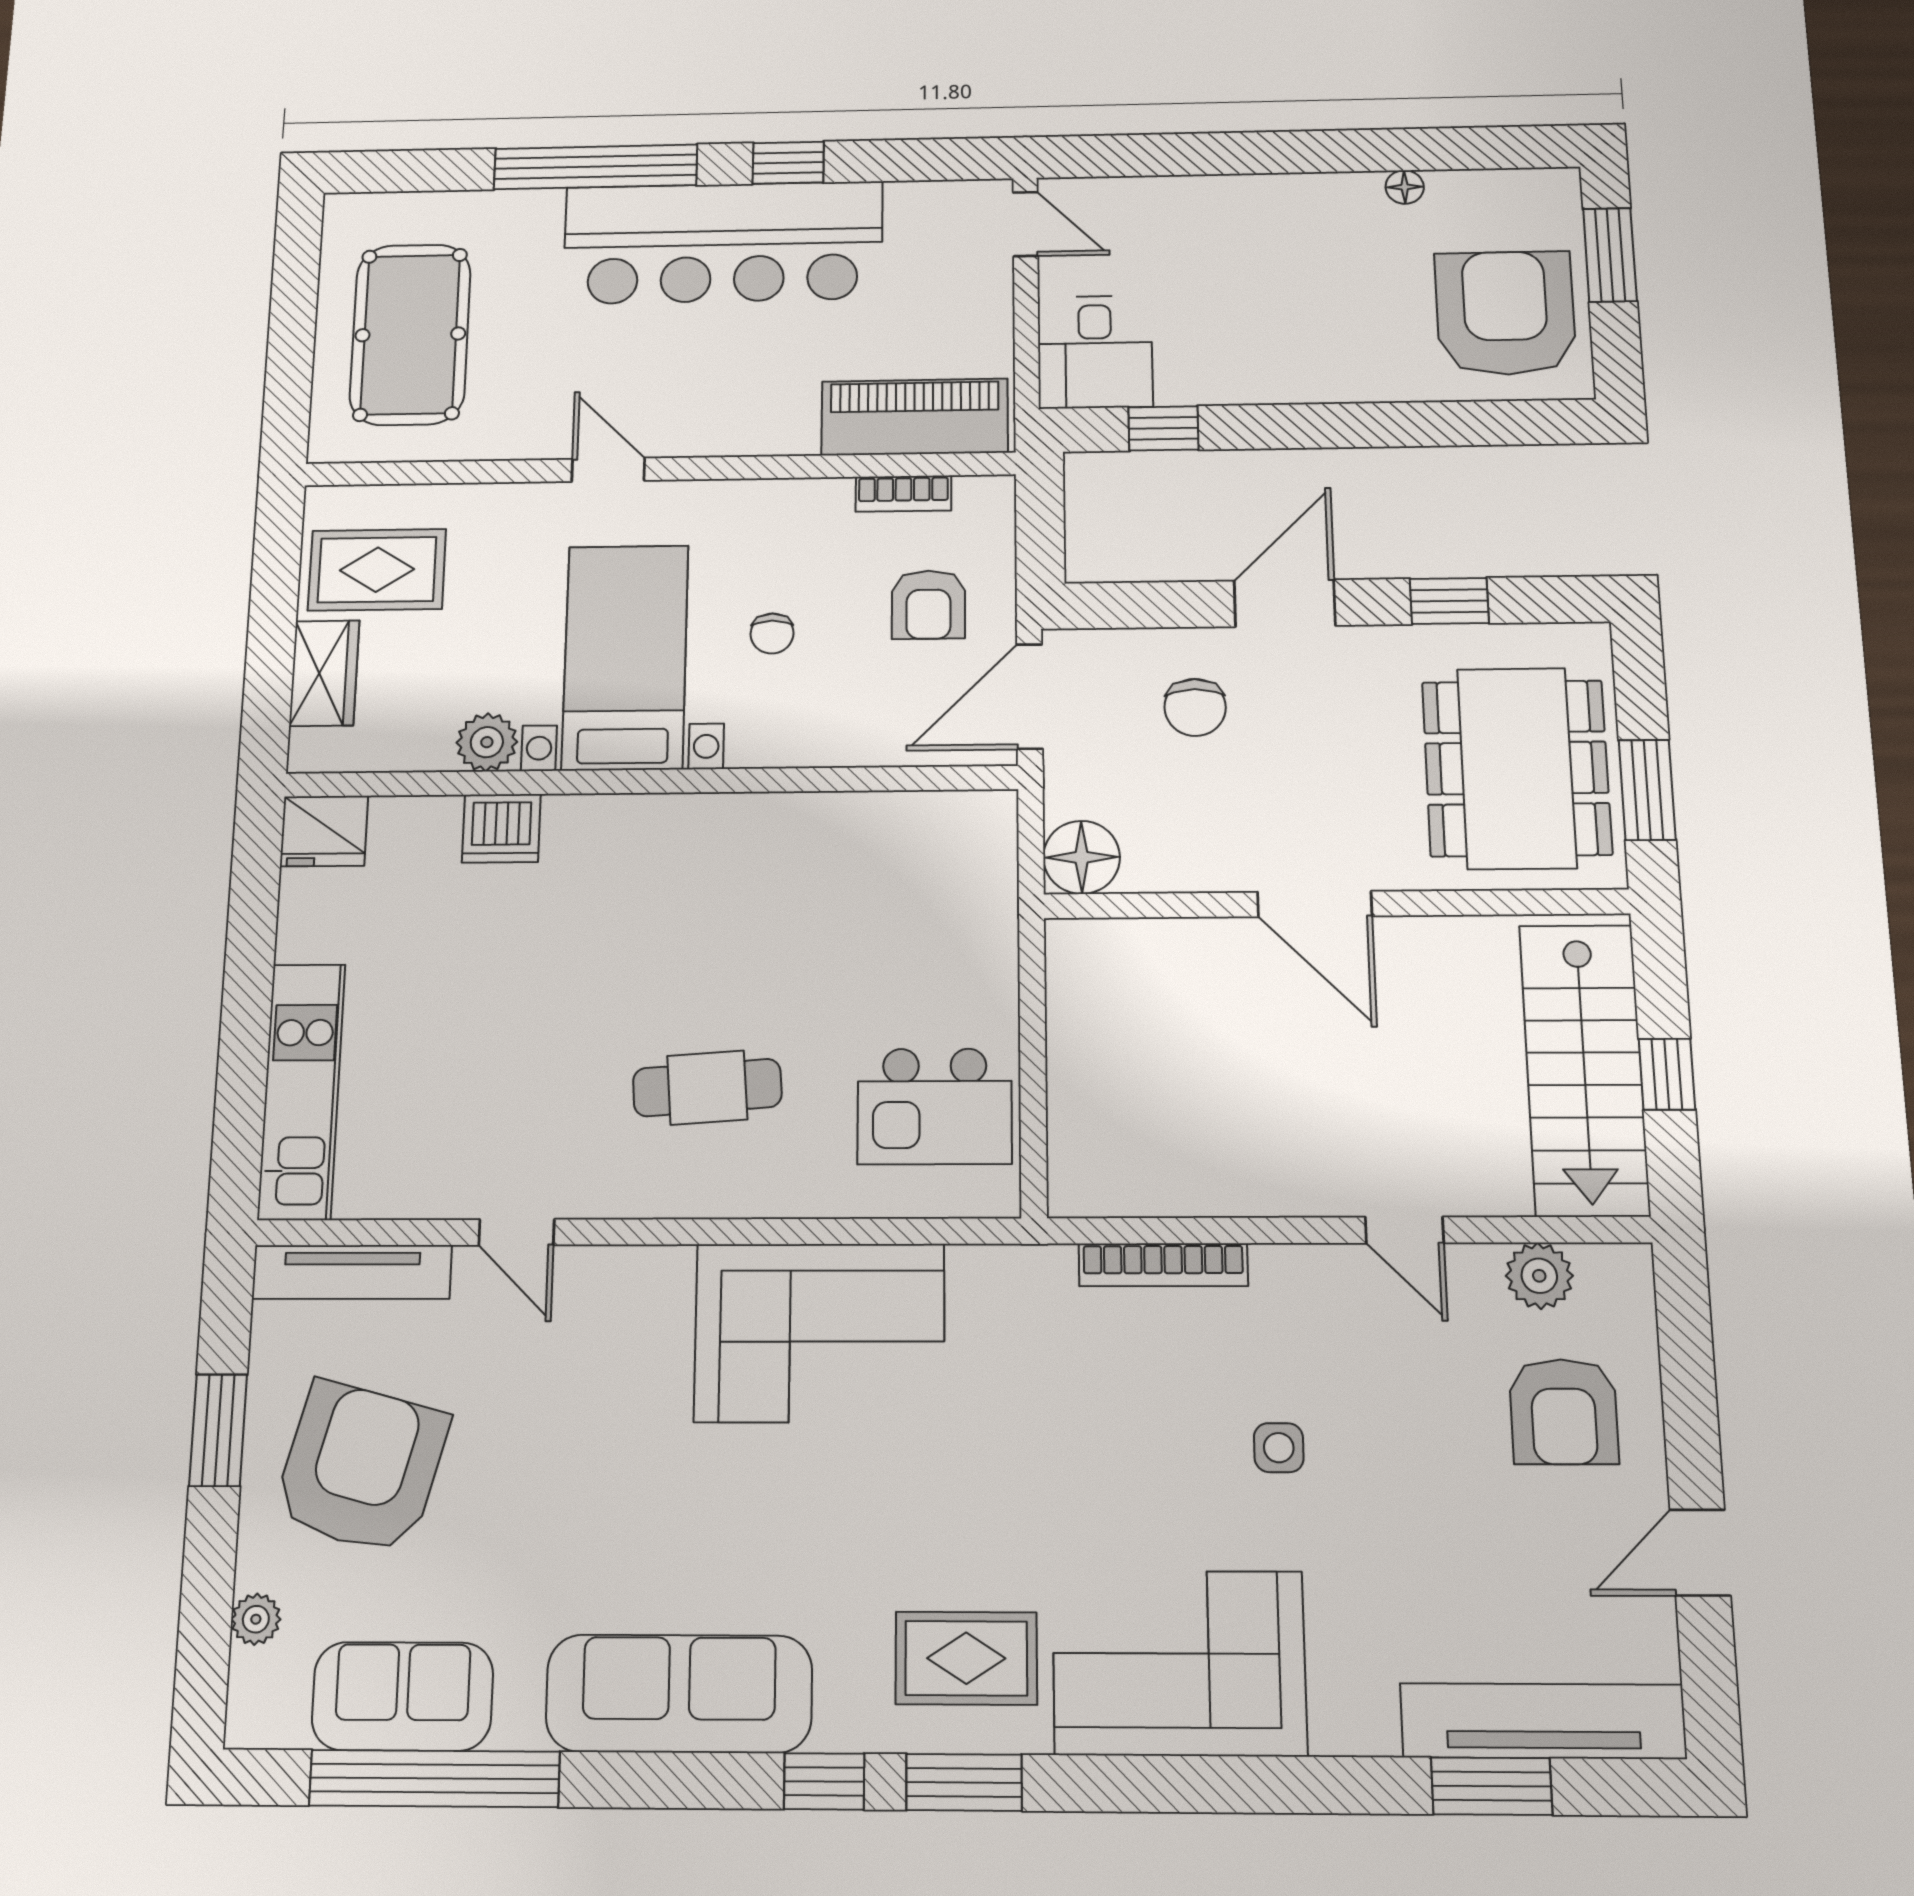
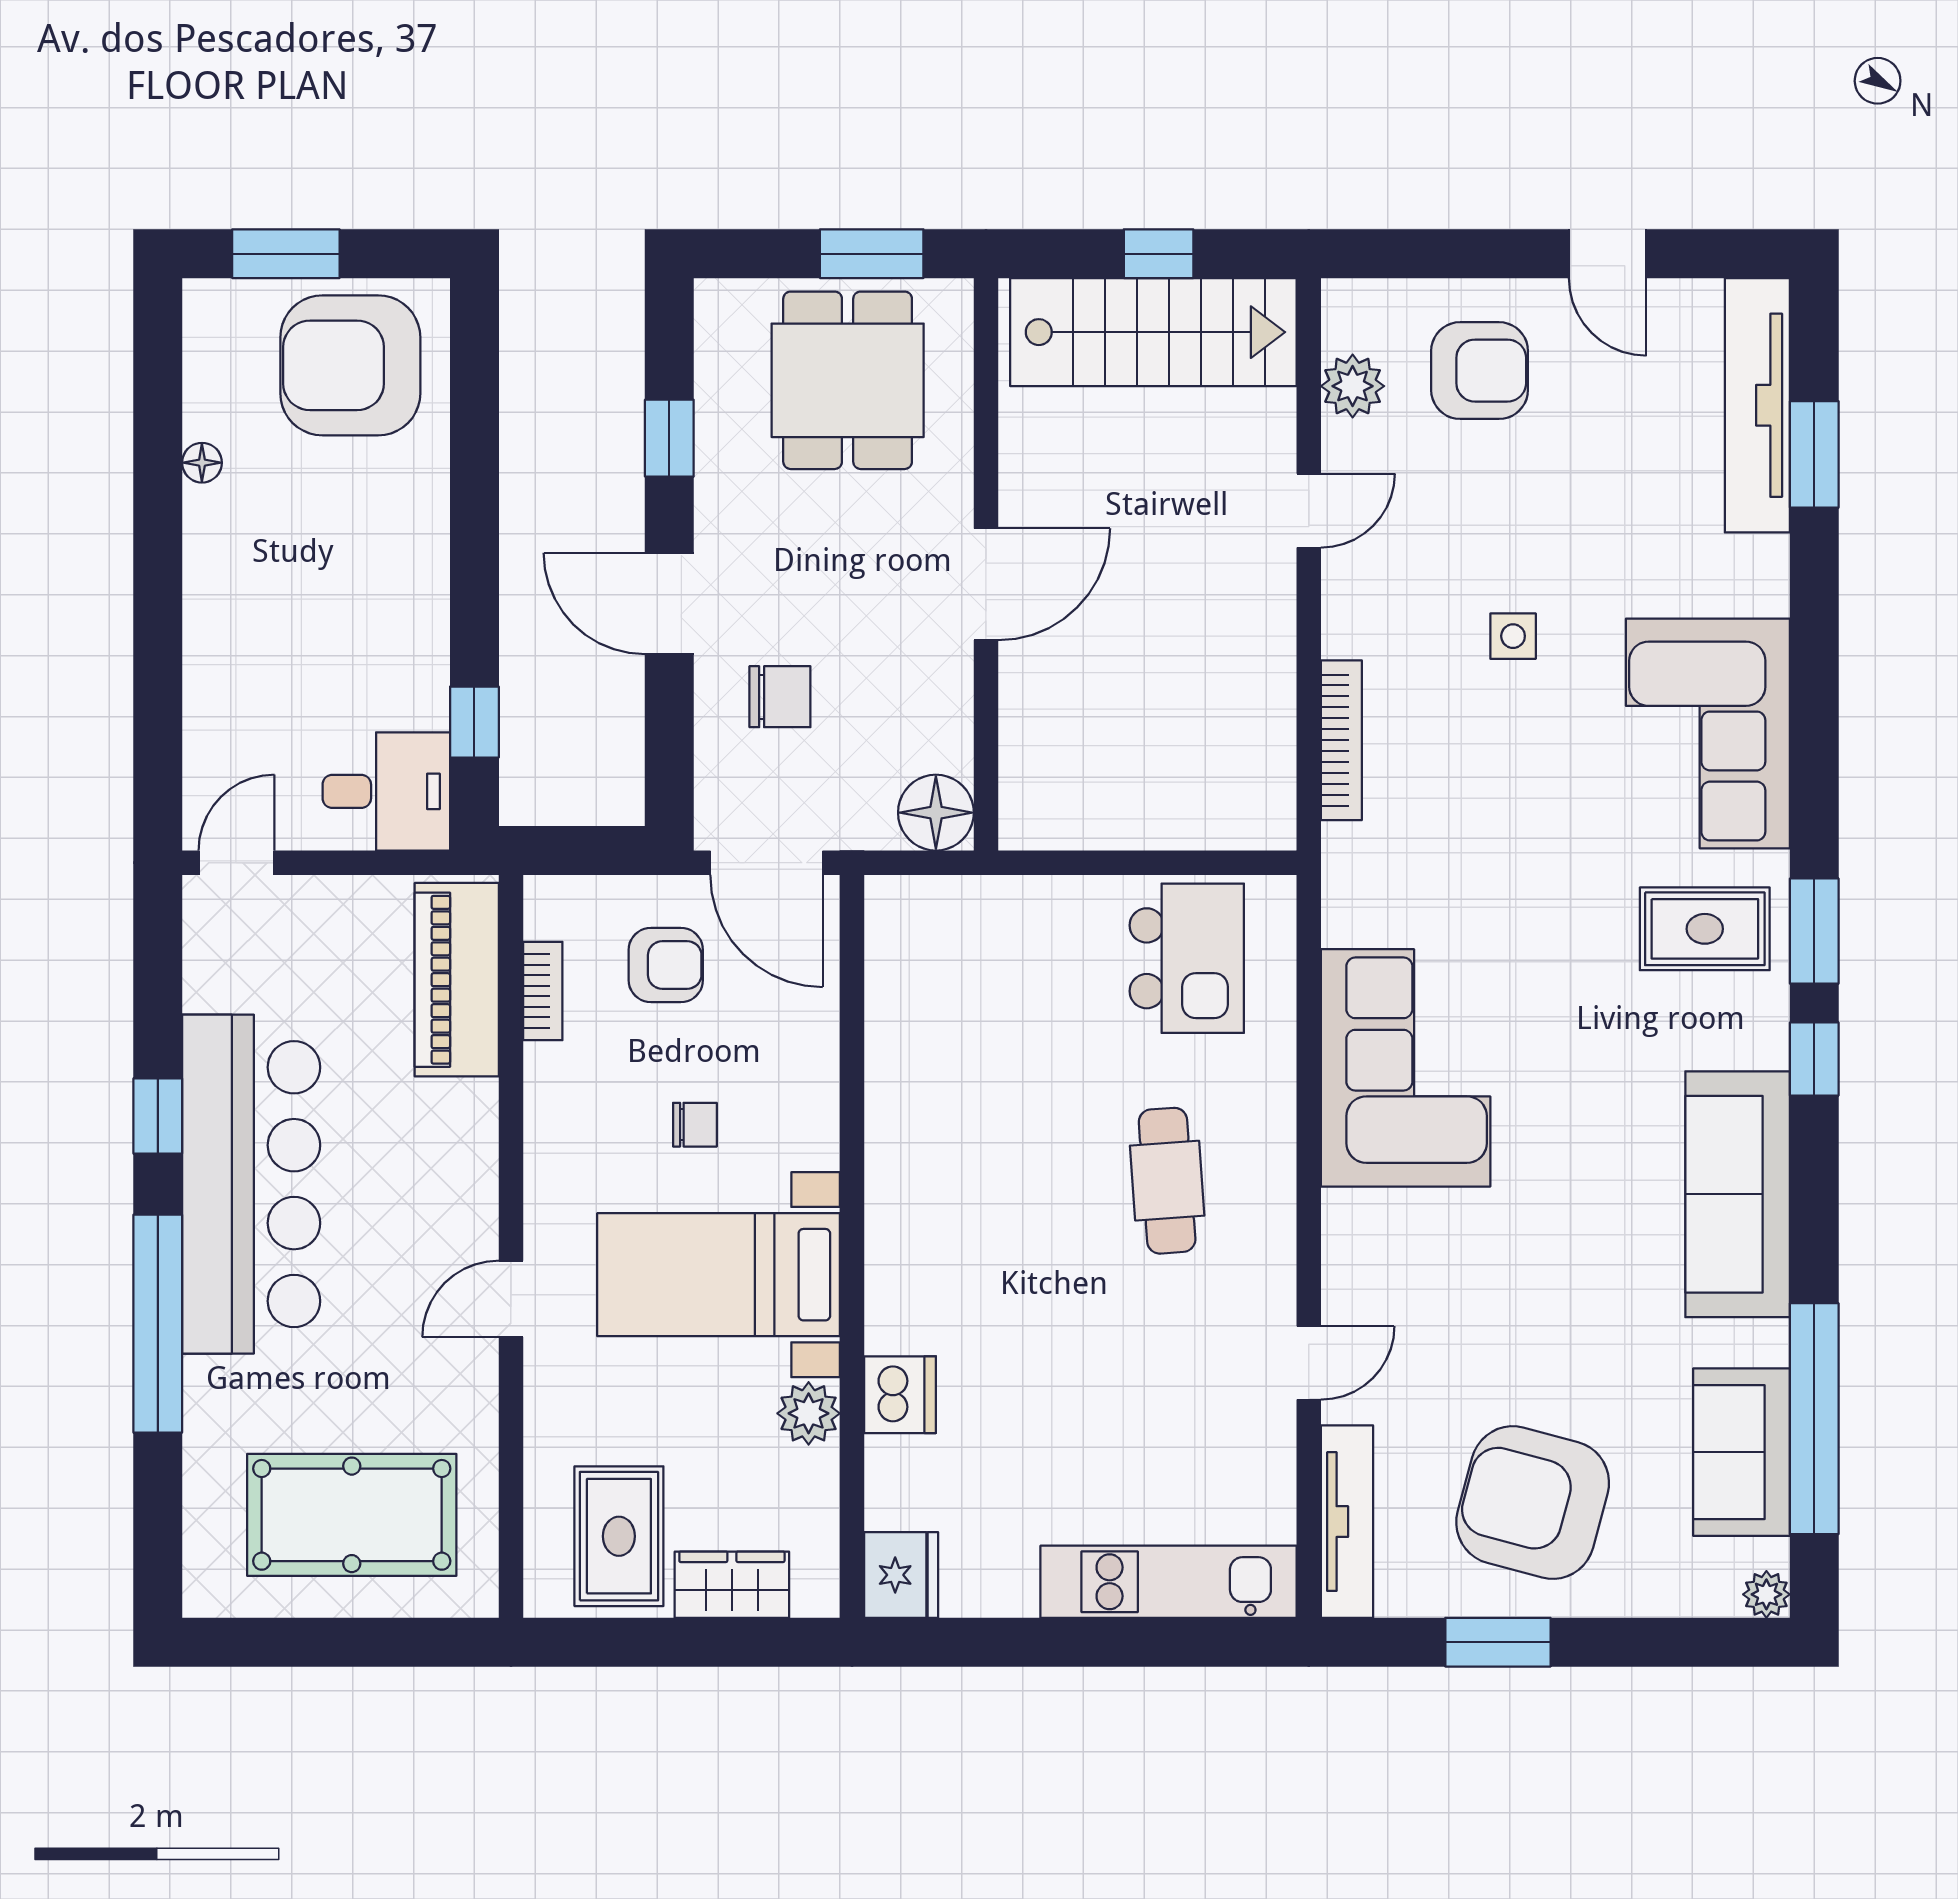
dining table: (1517, 768) -> (848, 380), width x0.73
plant: (256, 1619) -> (1766, 1594), moved
rug: (966, 1658) -> (1705, 929), turned 90

